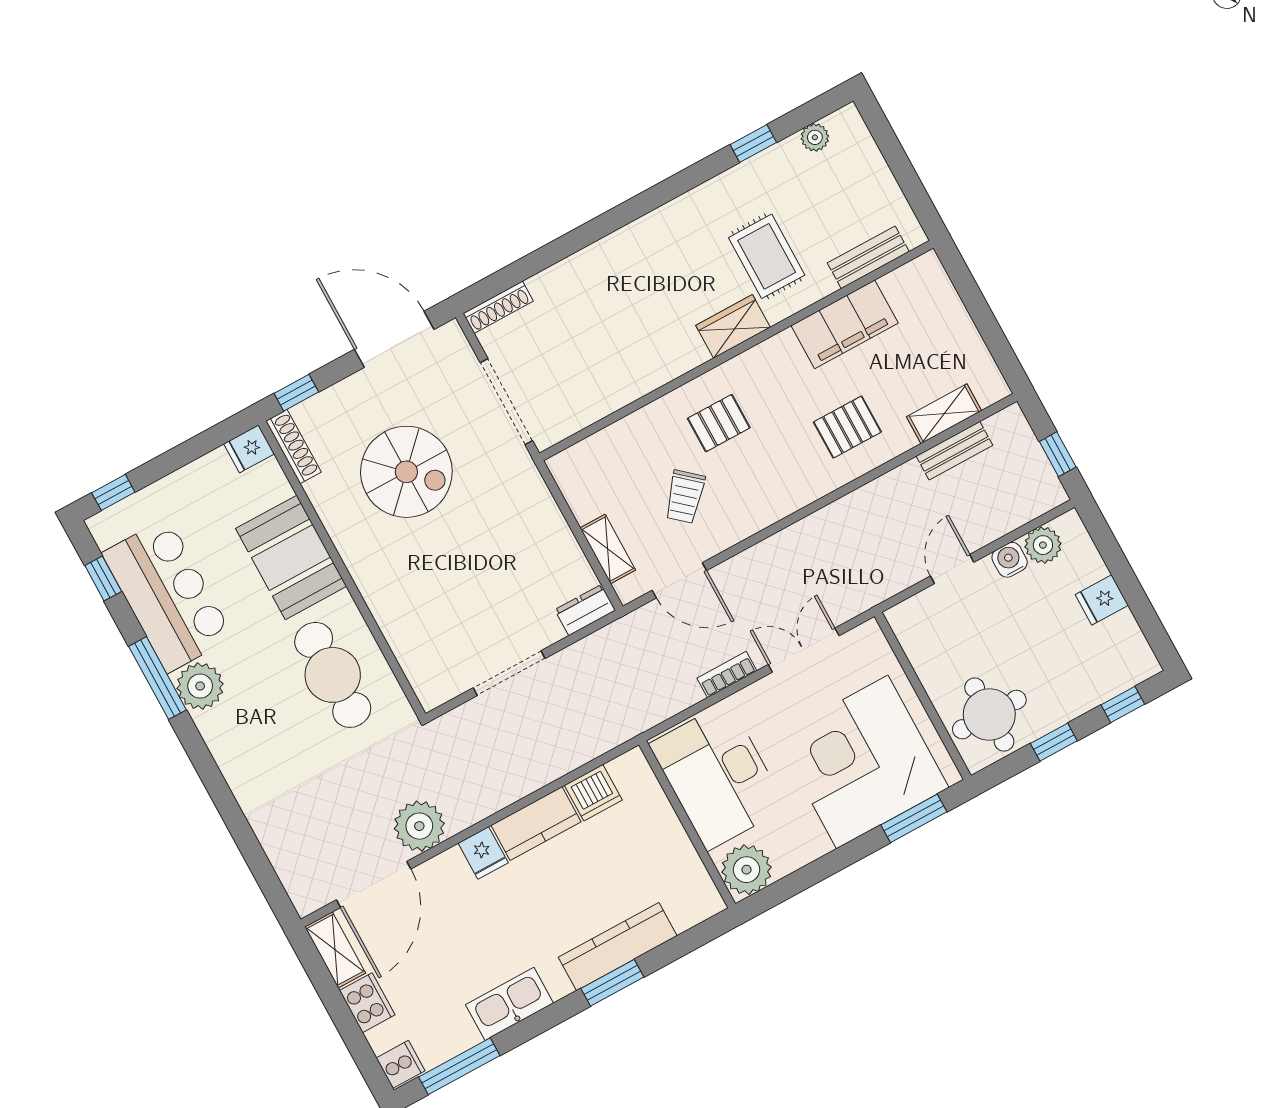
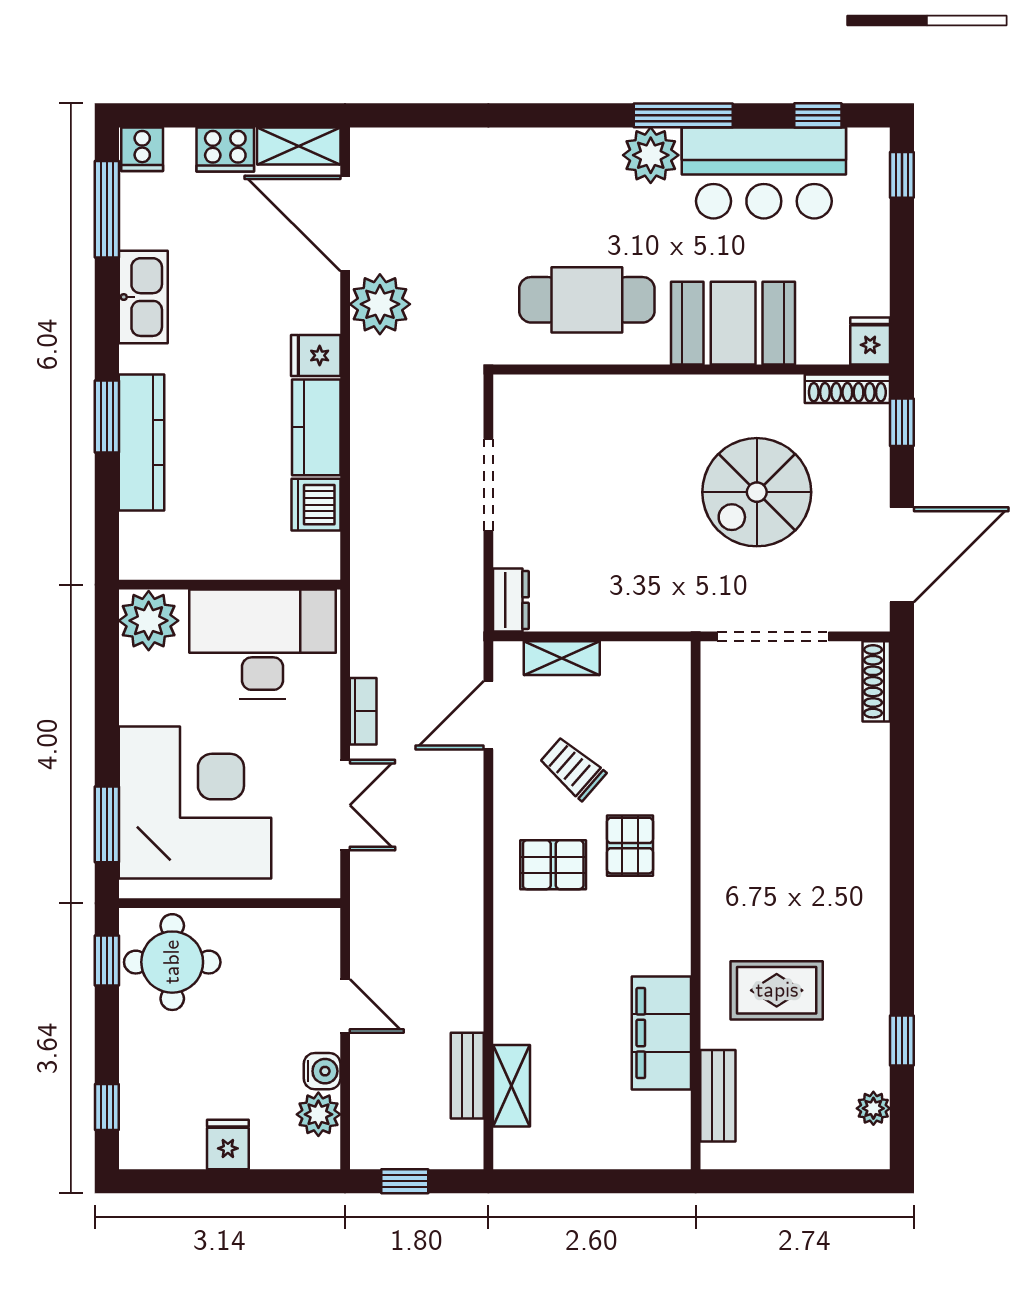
wardrobe: (733, 326) -> (723, 915), removed
pallet: (847, 427) -> (553, 865), moved, turned 90
window: (1054, 742) -> (107, 960), moved

